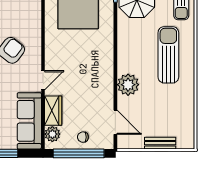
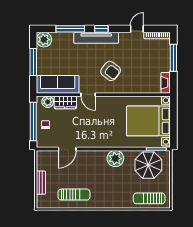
sun lounger: (168, 55) -> (74, 195), moved, width x0.73, depth x0.75
plant: (128, 85) -> (115, 159), moved
door: (115, 122) -> (67, 149), moved

